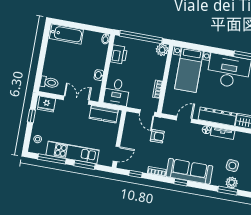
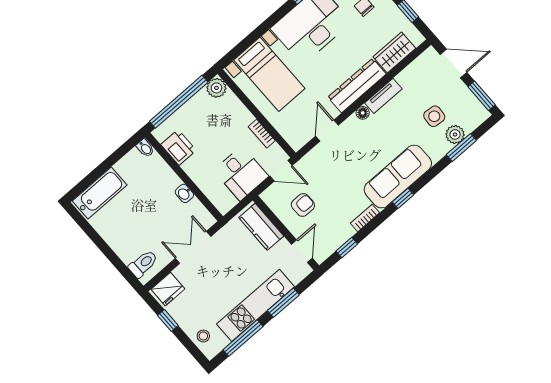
desk: (117, 92) -> (241, 173), moved
kitchen counter: (104, 114) -> (261, 227), moved, turned 90
armchair: (157, 136) -> (303, 205), moved

